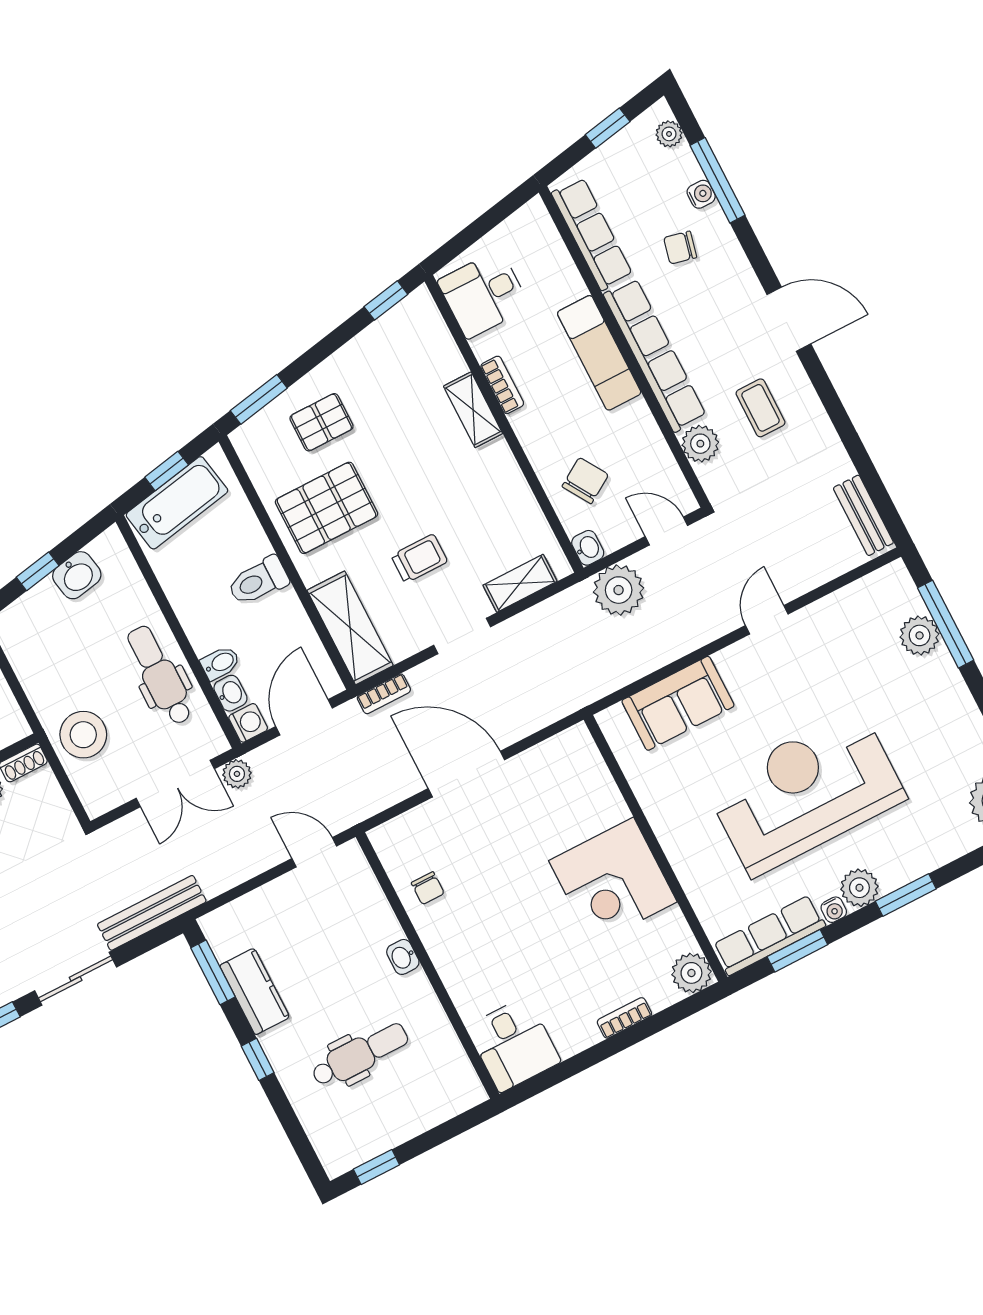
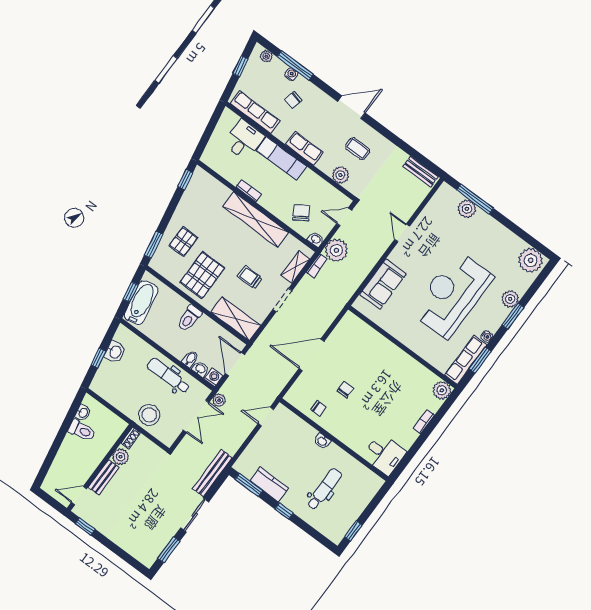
desk: (484, 294) -> (244, 140), moved, turned 180
row of seats: (655, 355) -> (304, 148), width x0.50
shelving: (473, 410) -> (256, 219), width x2.20, depth x1.33
trolley: (419, 559) -> (250, 277), turned -90
bookcase: (384, 694) -> (317, 266), moved
chair: (500, 876) -> (345, 389), added
corner desk: (613, 881) -> (392, 369), removed
plant: (859, 888) -> (510, 299), moved

